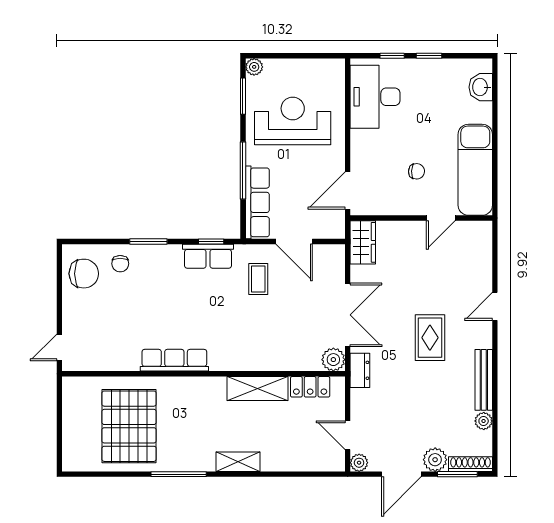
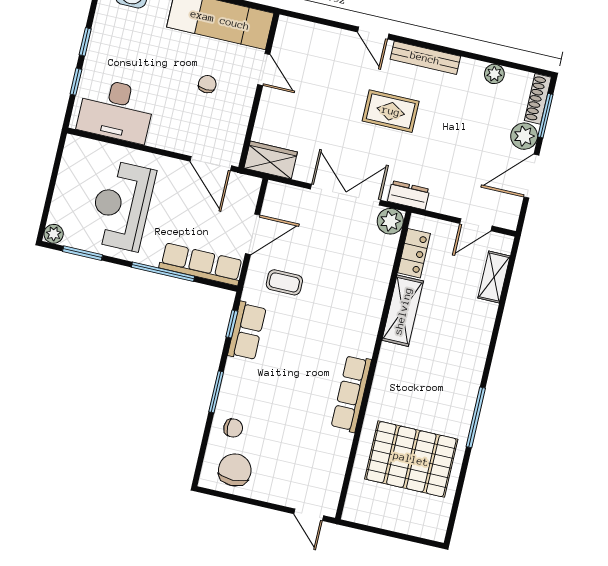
bench: (484, 380) -> (425, 58), moved
shelving: (238, 462) -> (494, 277), moved
plant: (359, 463) -> (508, 219), removed
door: (401, 474) -> (531, 176), swing flipped

